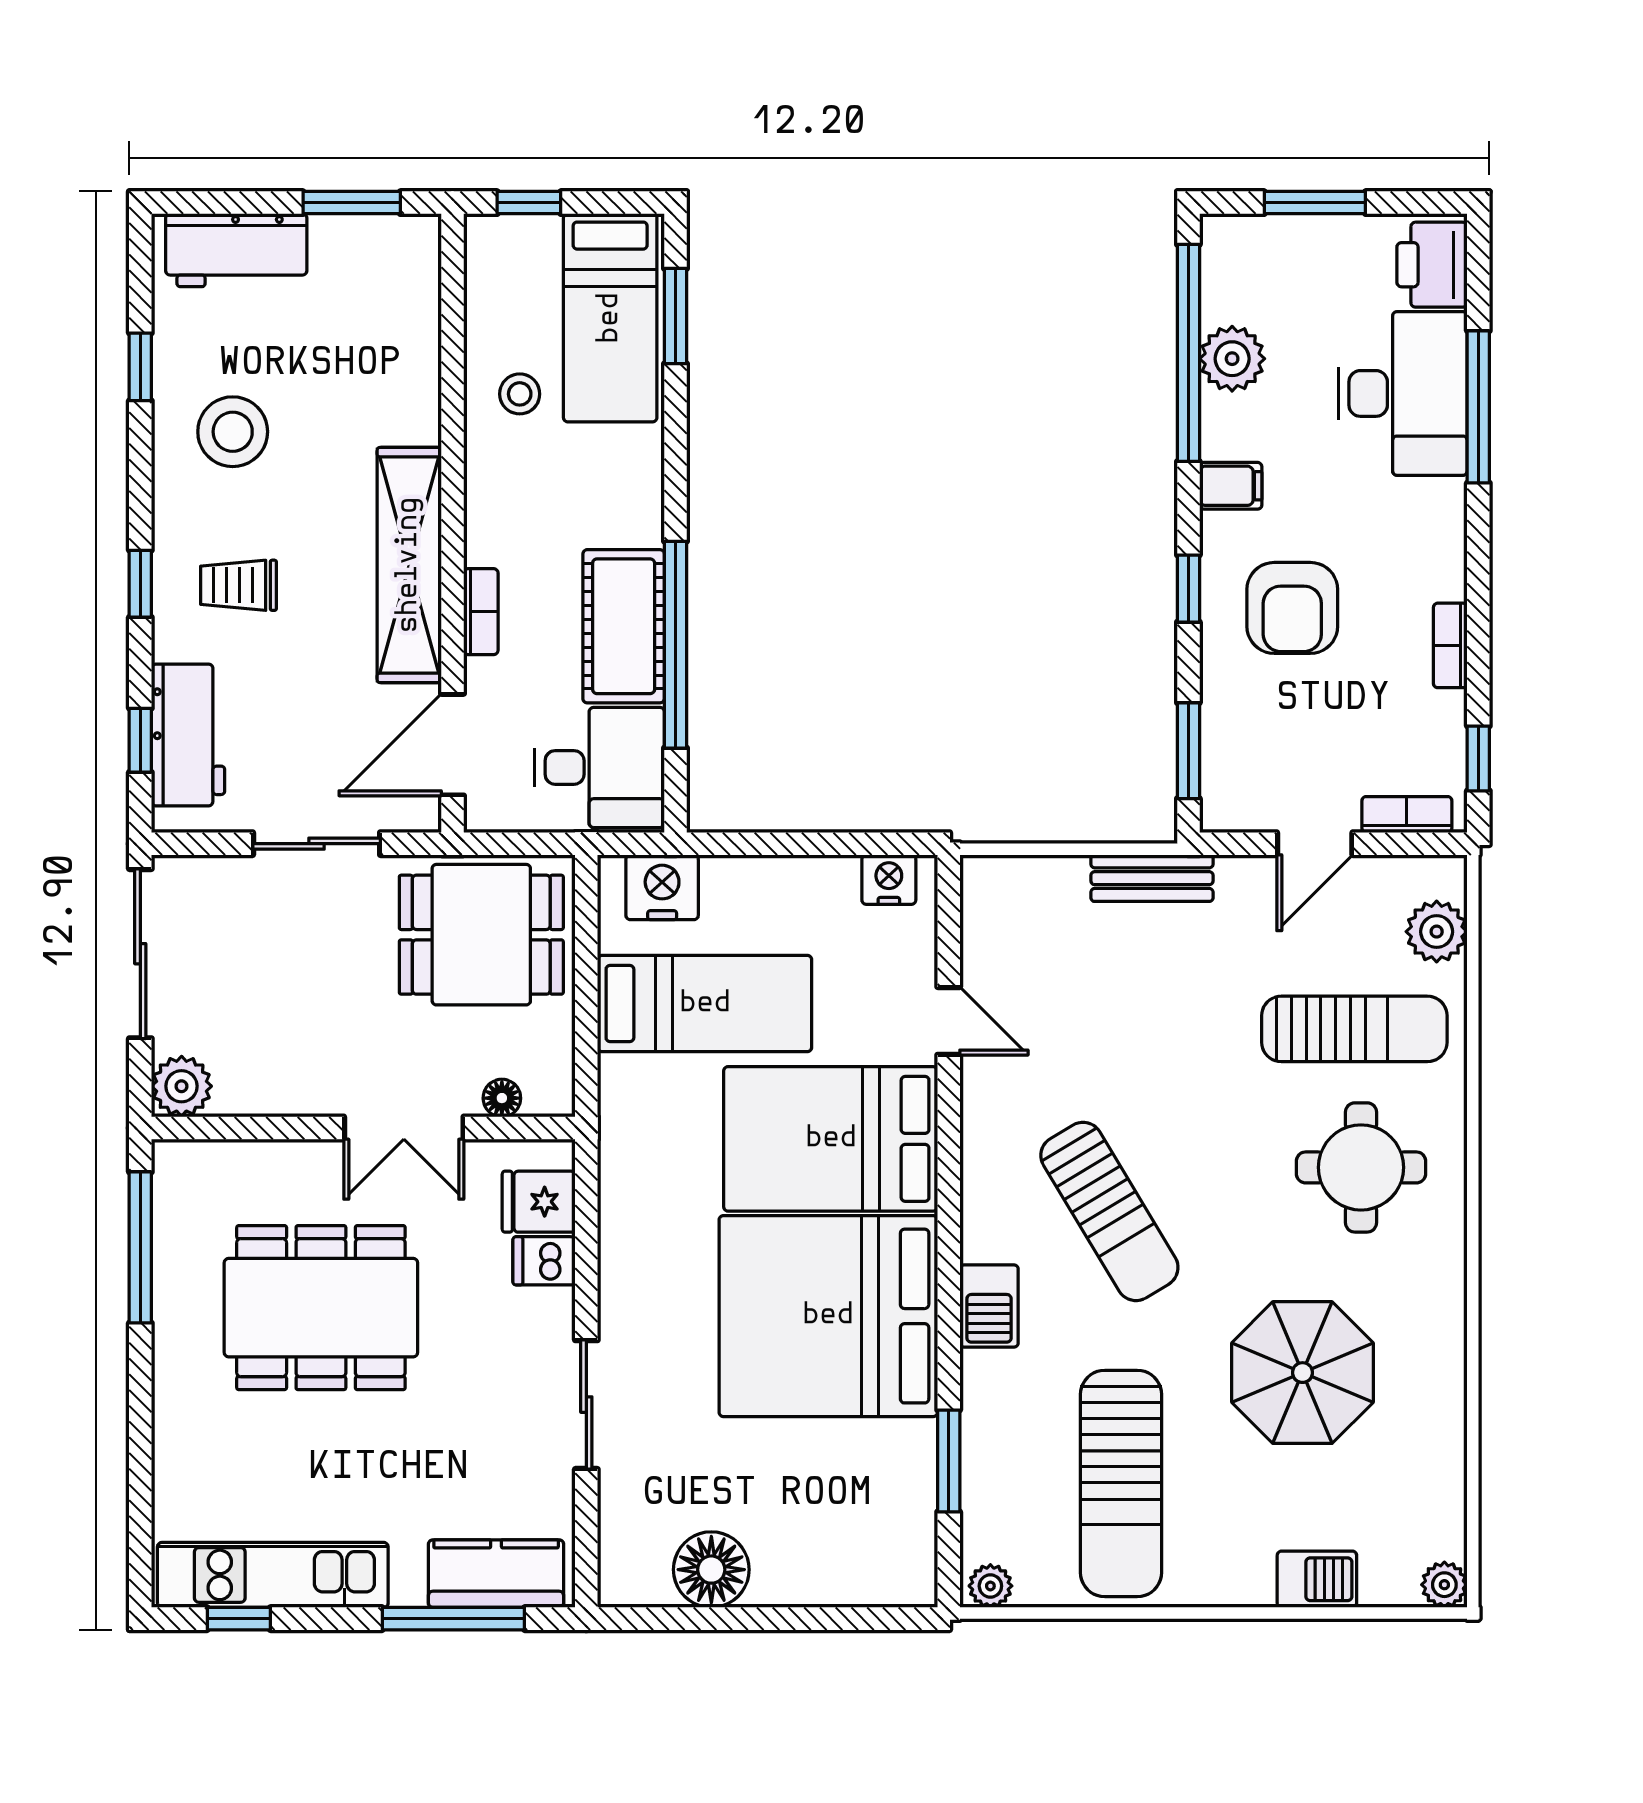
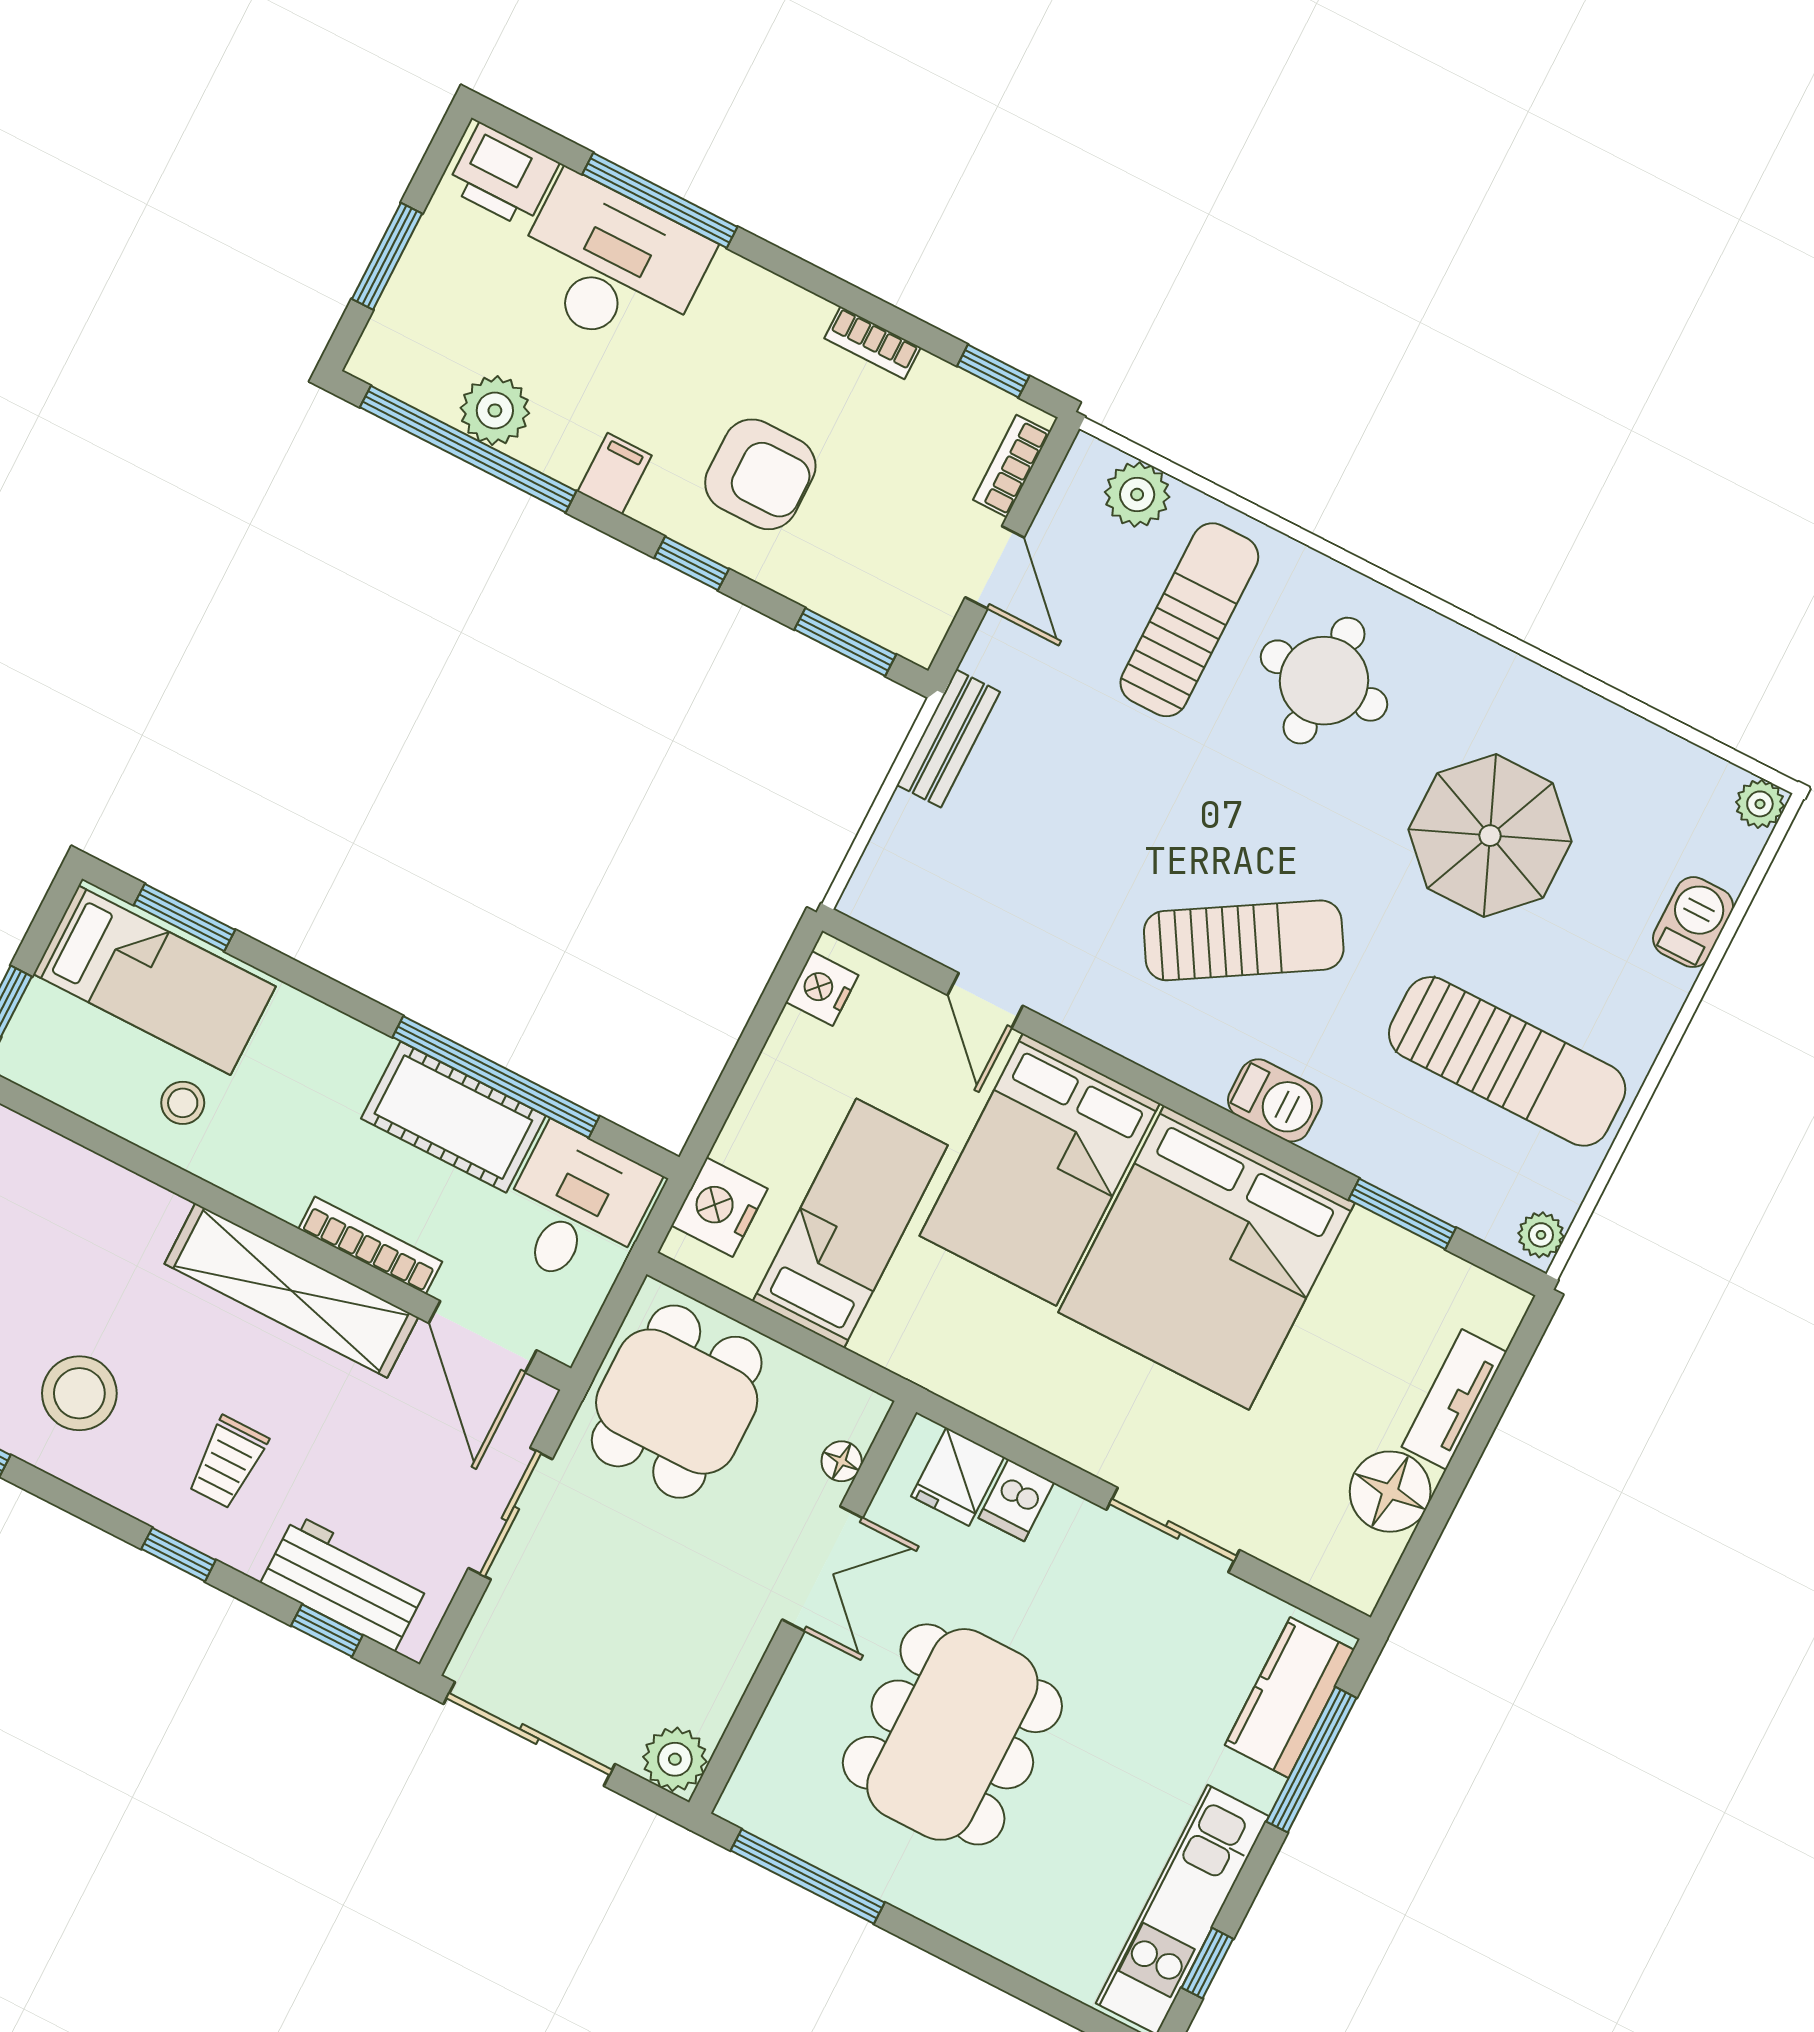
bookcase: (481, 612) -> (370, 1245), width x1.56
door: (949, 1021) -> (985, 1000), swing flipped
tv unit: (816, 1584) -> (1454, 1399), added

